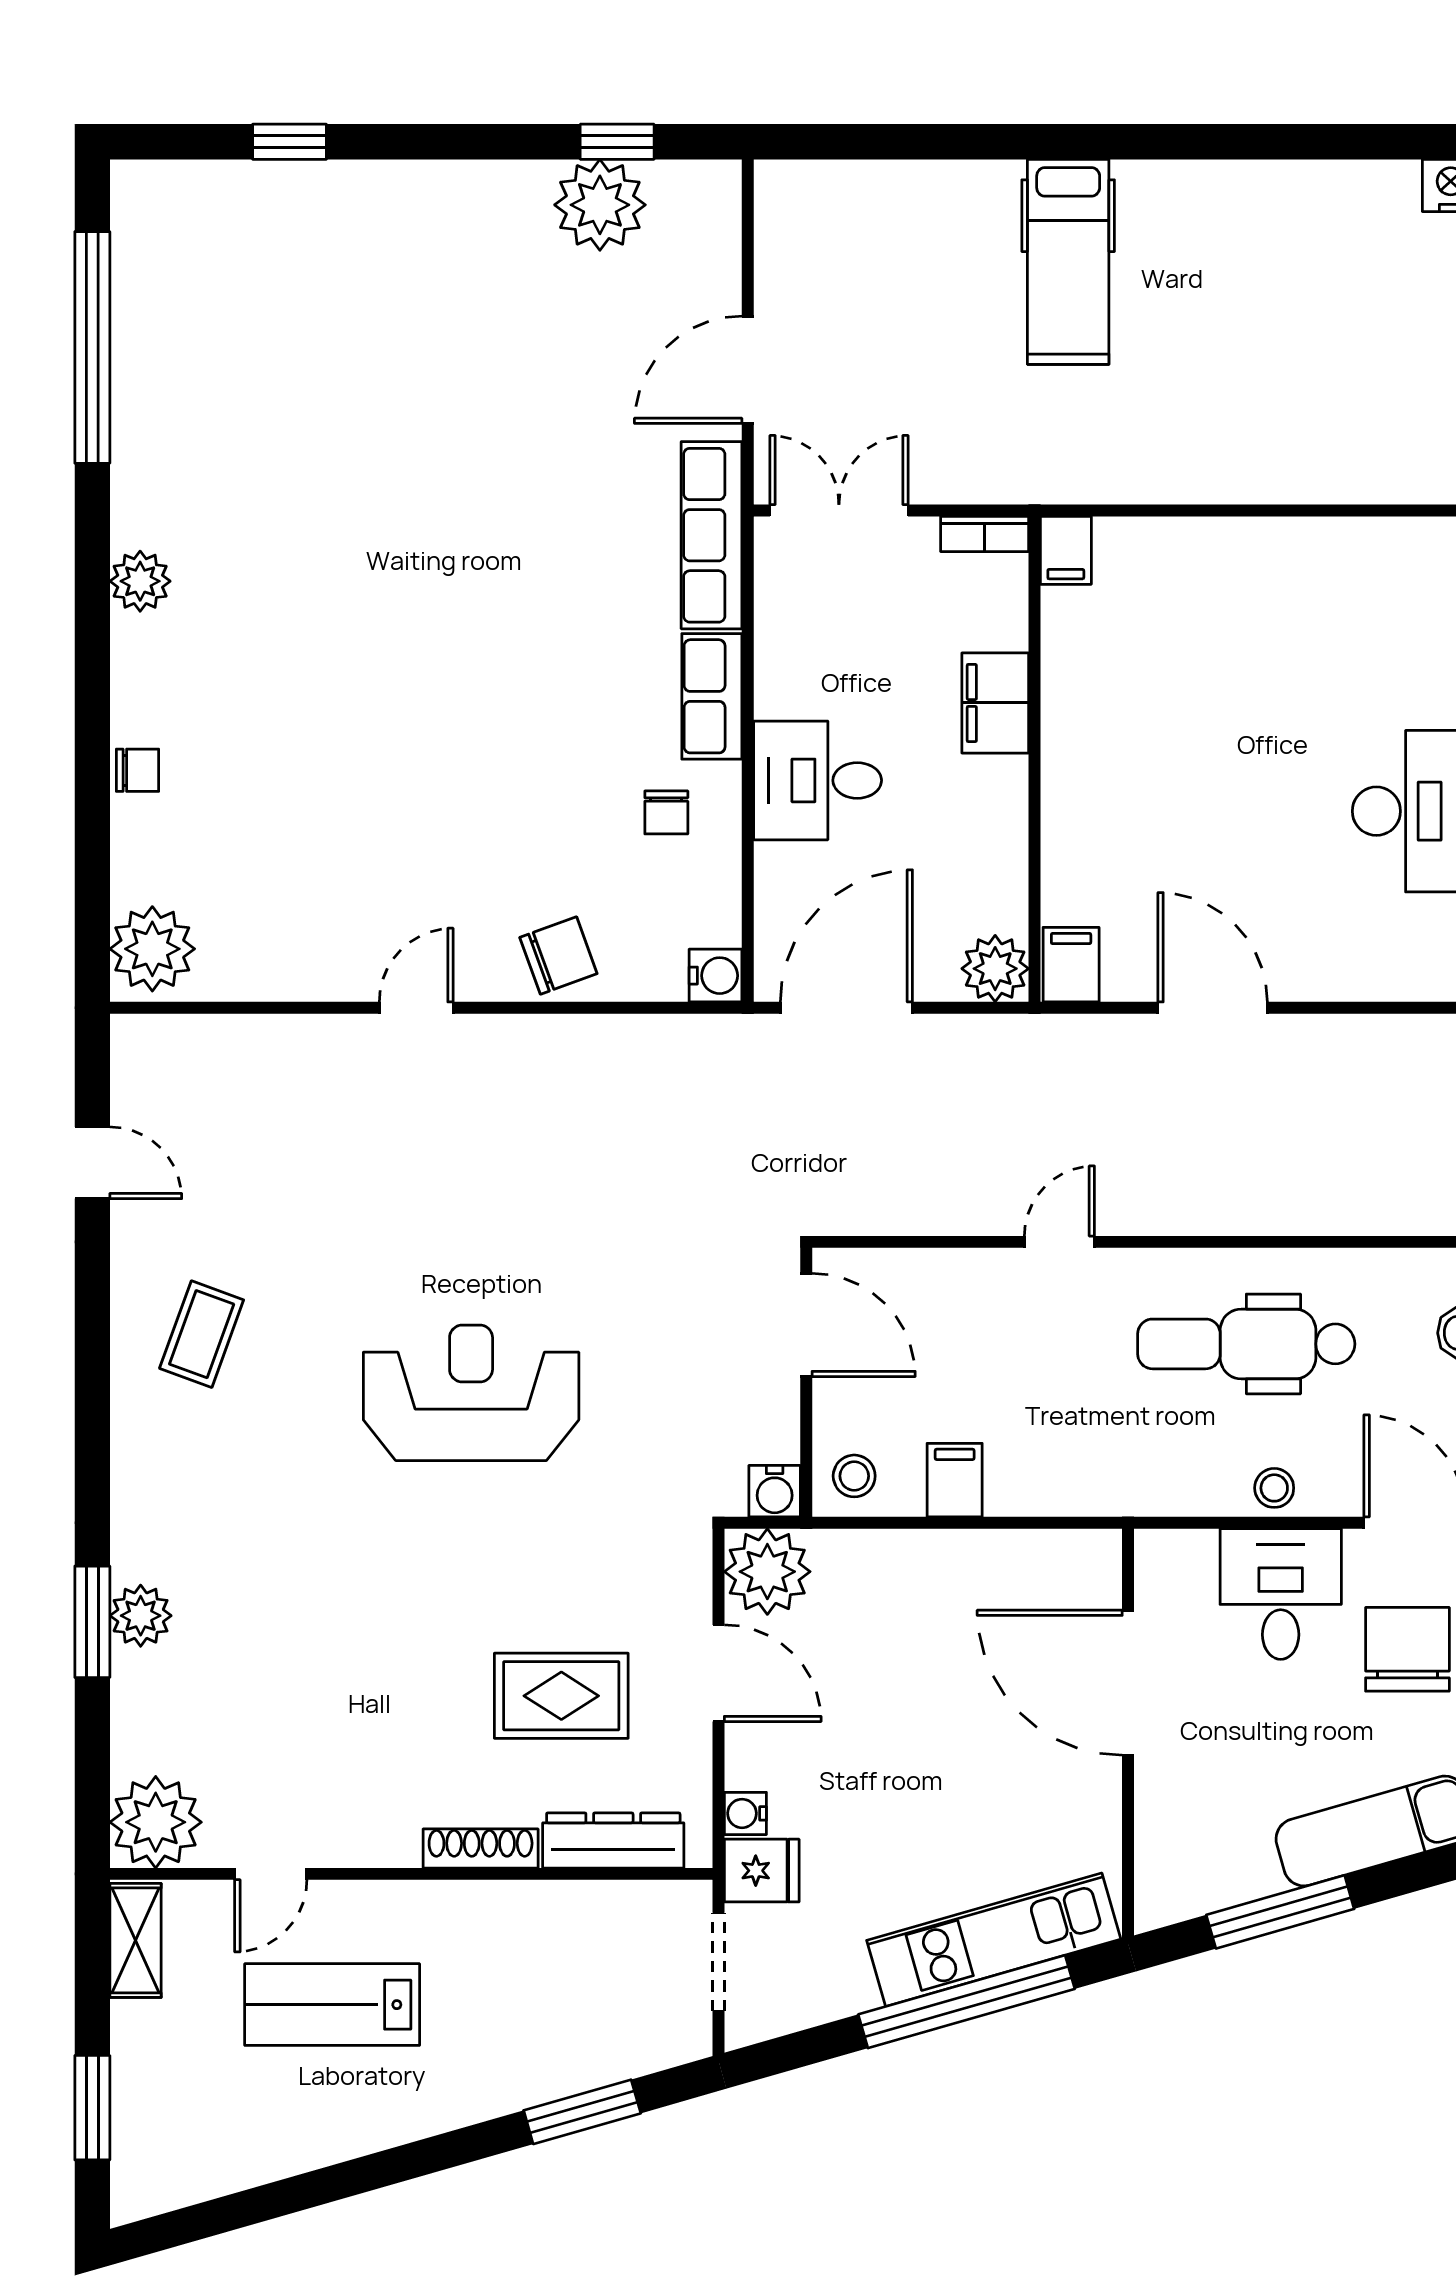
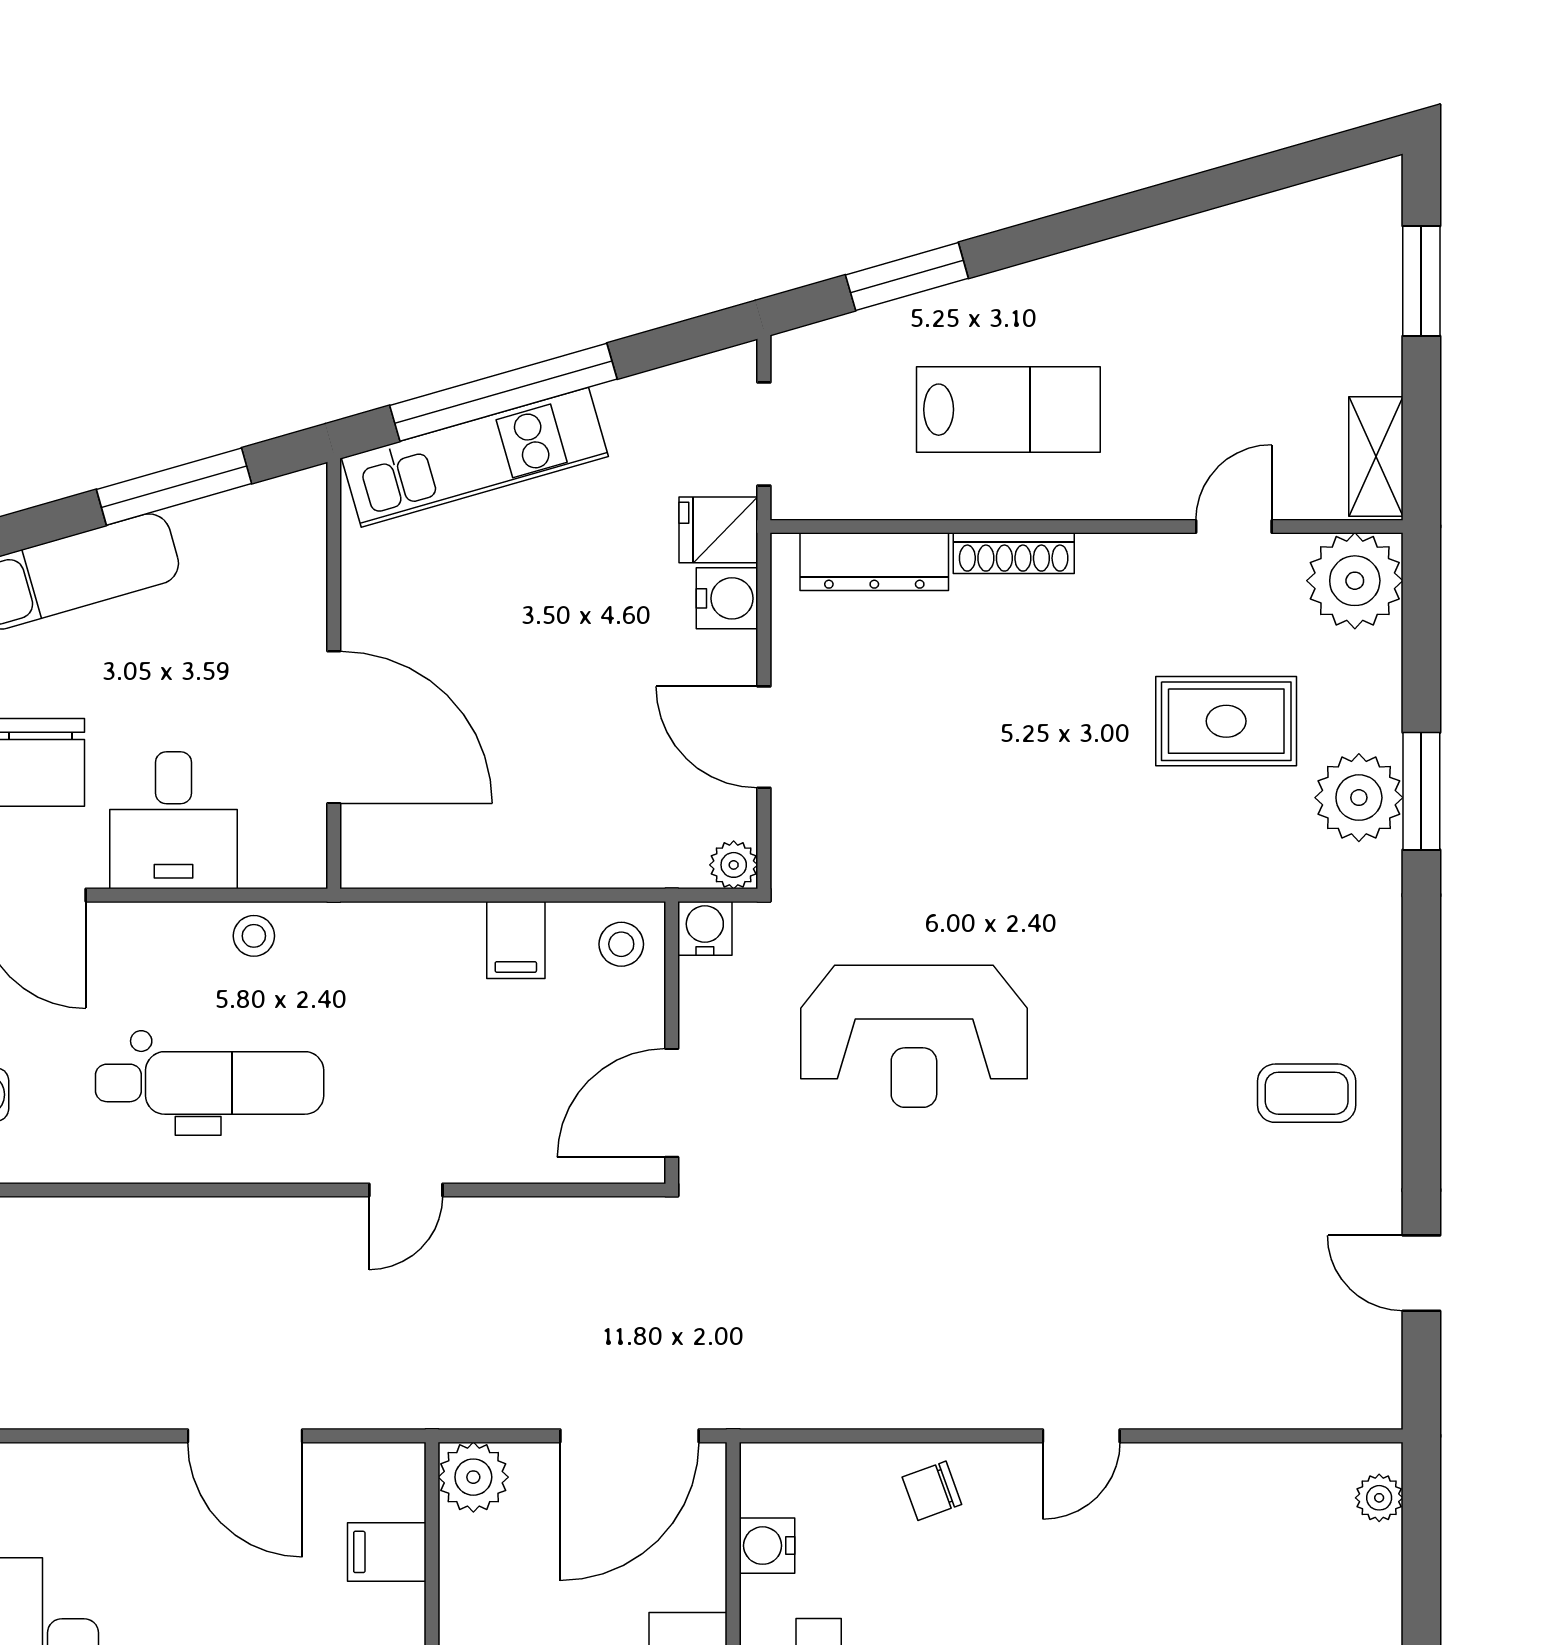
plant: (152, 949) -> (1379, 1498), width x0.53, depth x0.53
chair: (558, 956) -> (932, 1491), width x0.73, depth x0.73
filing cabinet: (1071, 965) -> (387, 1552), moved, turned 90
water cooler: (715, 976) -> (767, 1546), moved
door: (806, 1325) -> (672, 1103), hinge flipped
coffee table: (202, 1334) -> (1307, 1093), turned 70
reception desk: (471, 1393) -> (914, 1036), moved
stool: (1274, 1488) -> (254, 936), moved
plant: (767, 1572) -> (734, 865), width x0.53, depth x0.53
plant: (141, 1616) -> (1359, 798), width x1.36, depth x1.36
rug: (561, 1696) -> (1226, 721), moved
water cooler: (745, 1813) -> (727, 598), width x1.38, depth x1.38
lab bench: (332, 2005) -> (1008, 410), moved

